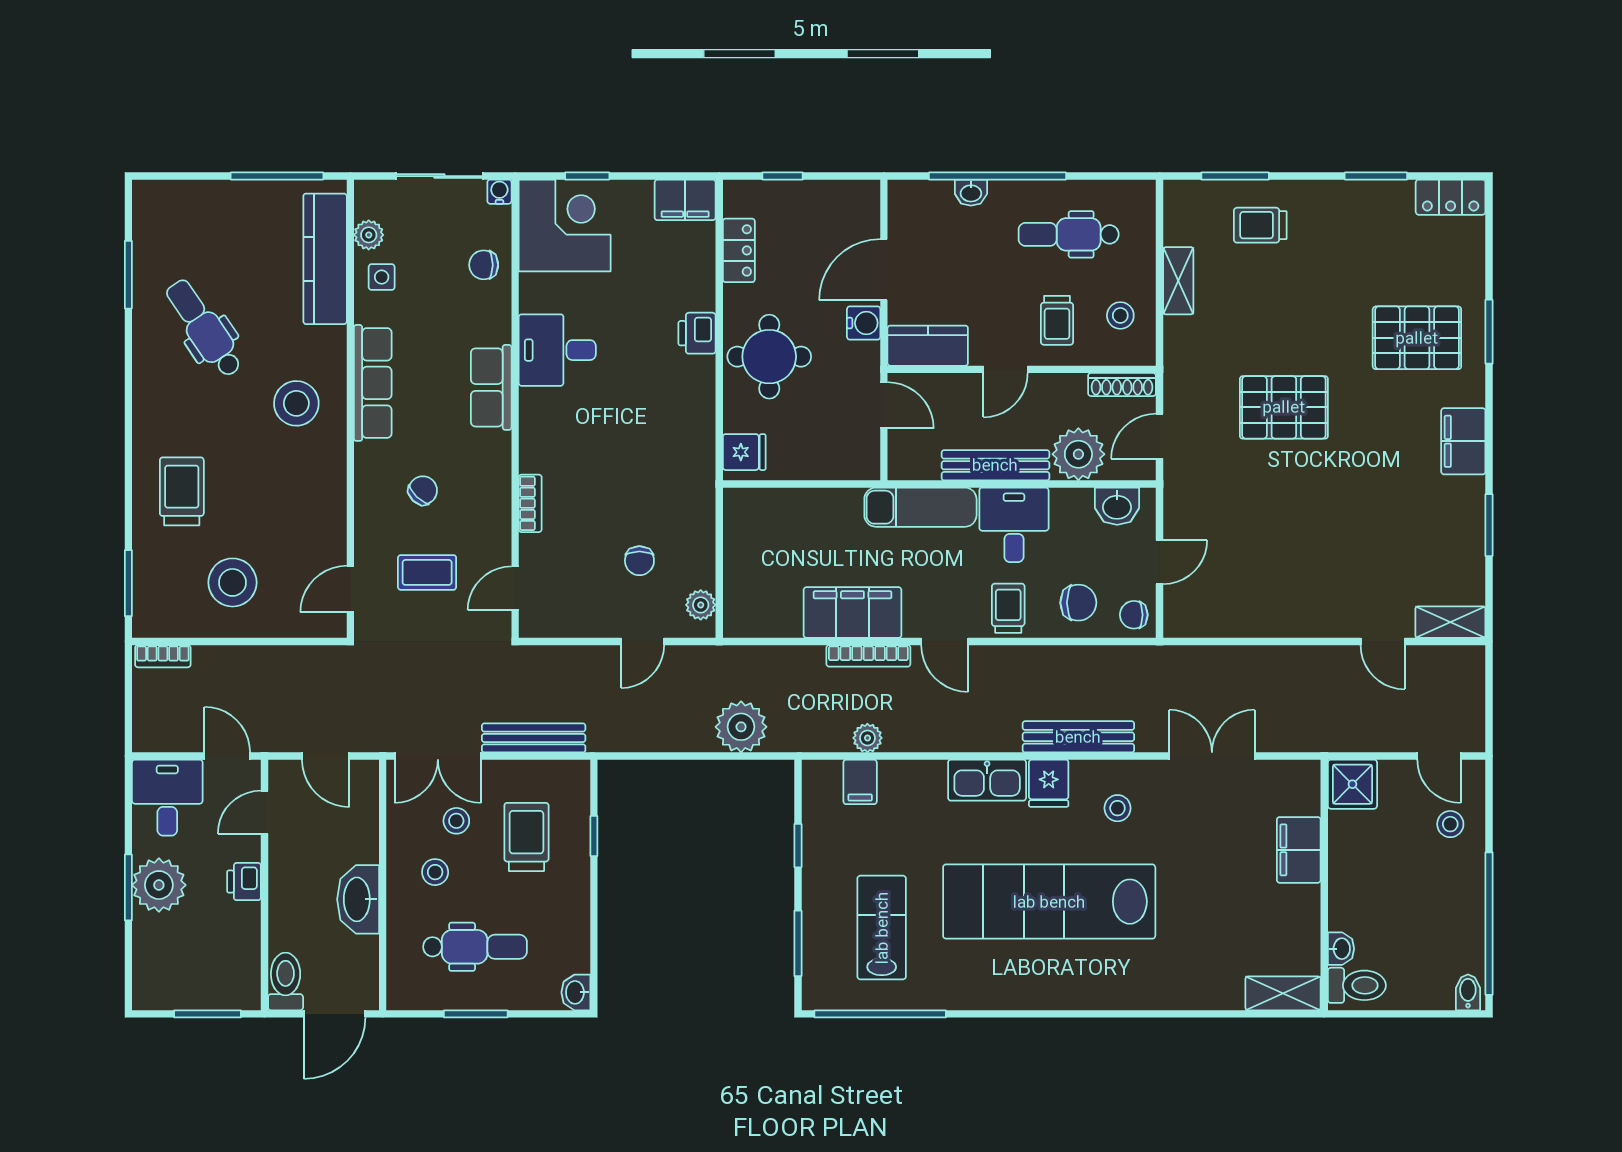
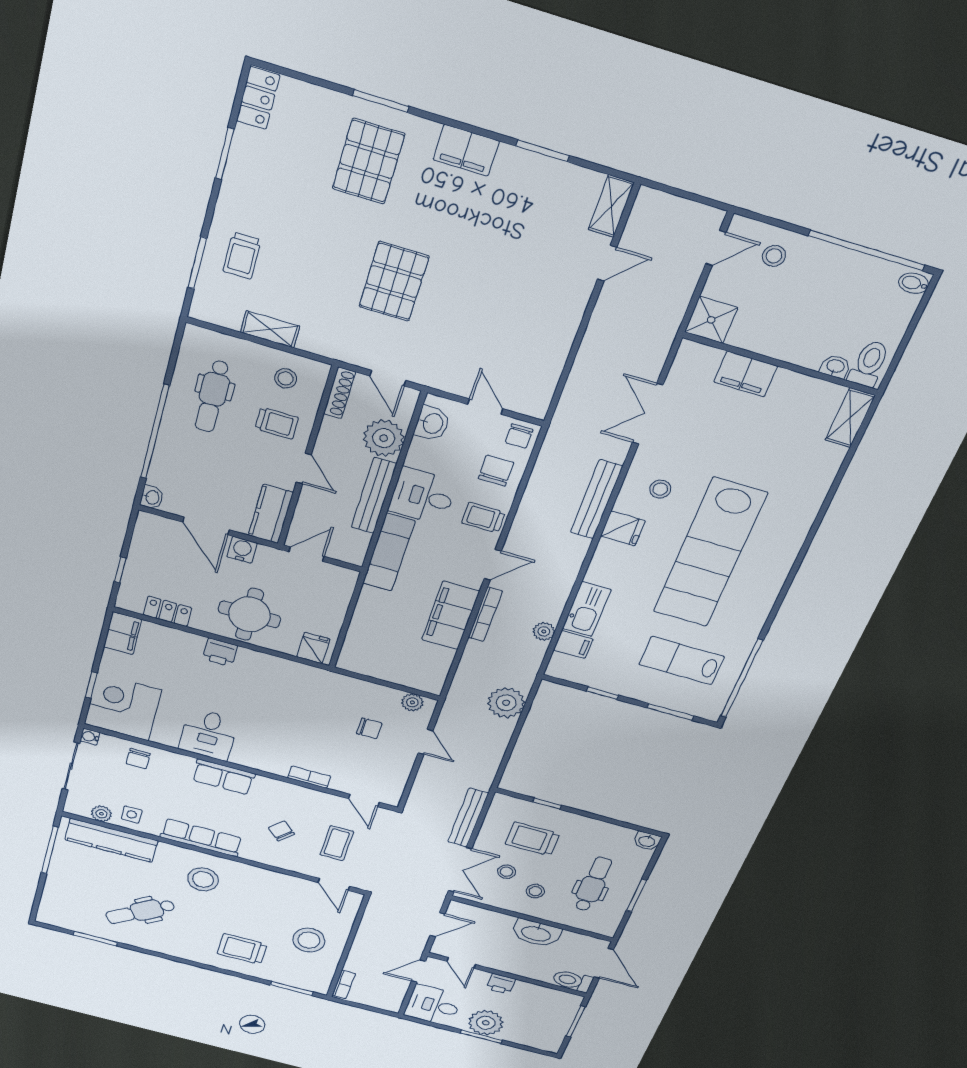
washbasin: (971, 193) -> (152, 497), moved
kitchen sink: (987, 780) -> (587, 609), moved

